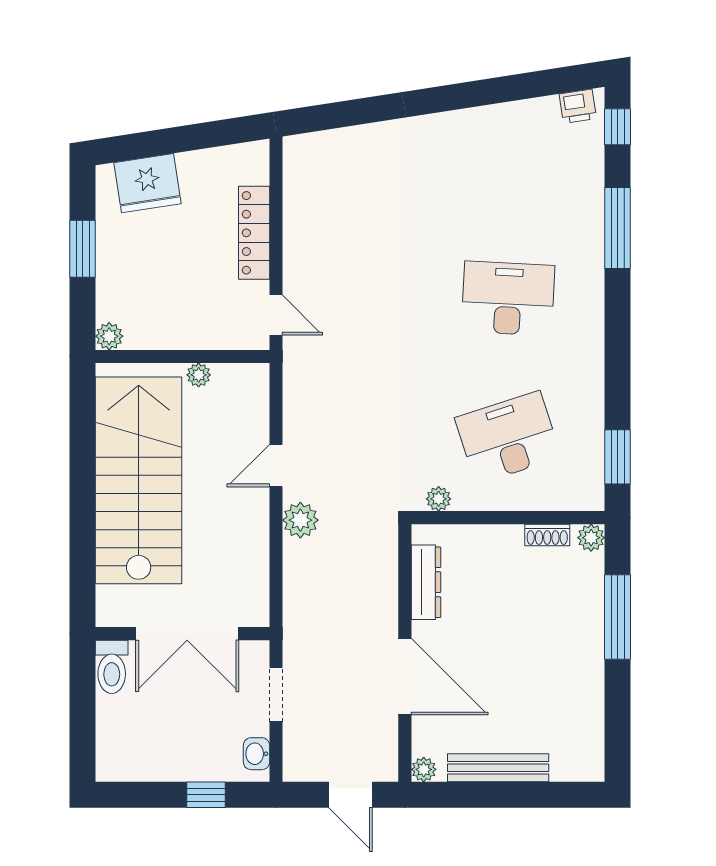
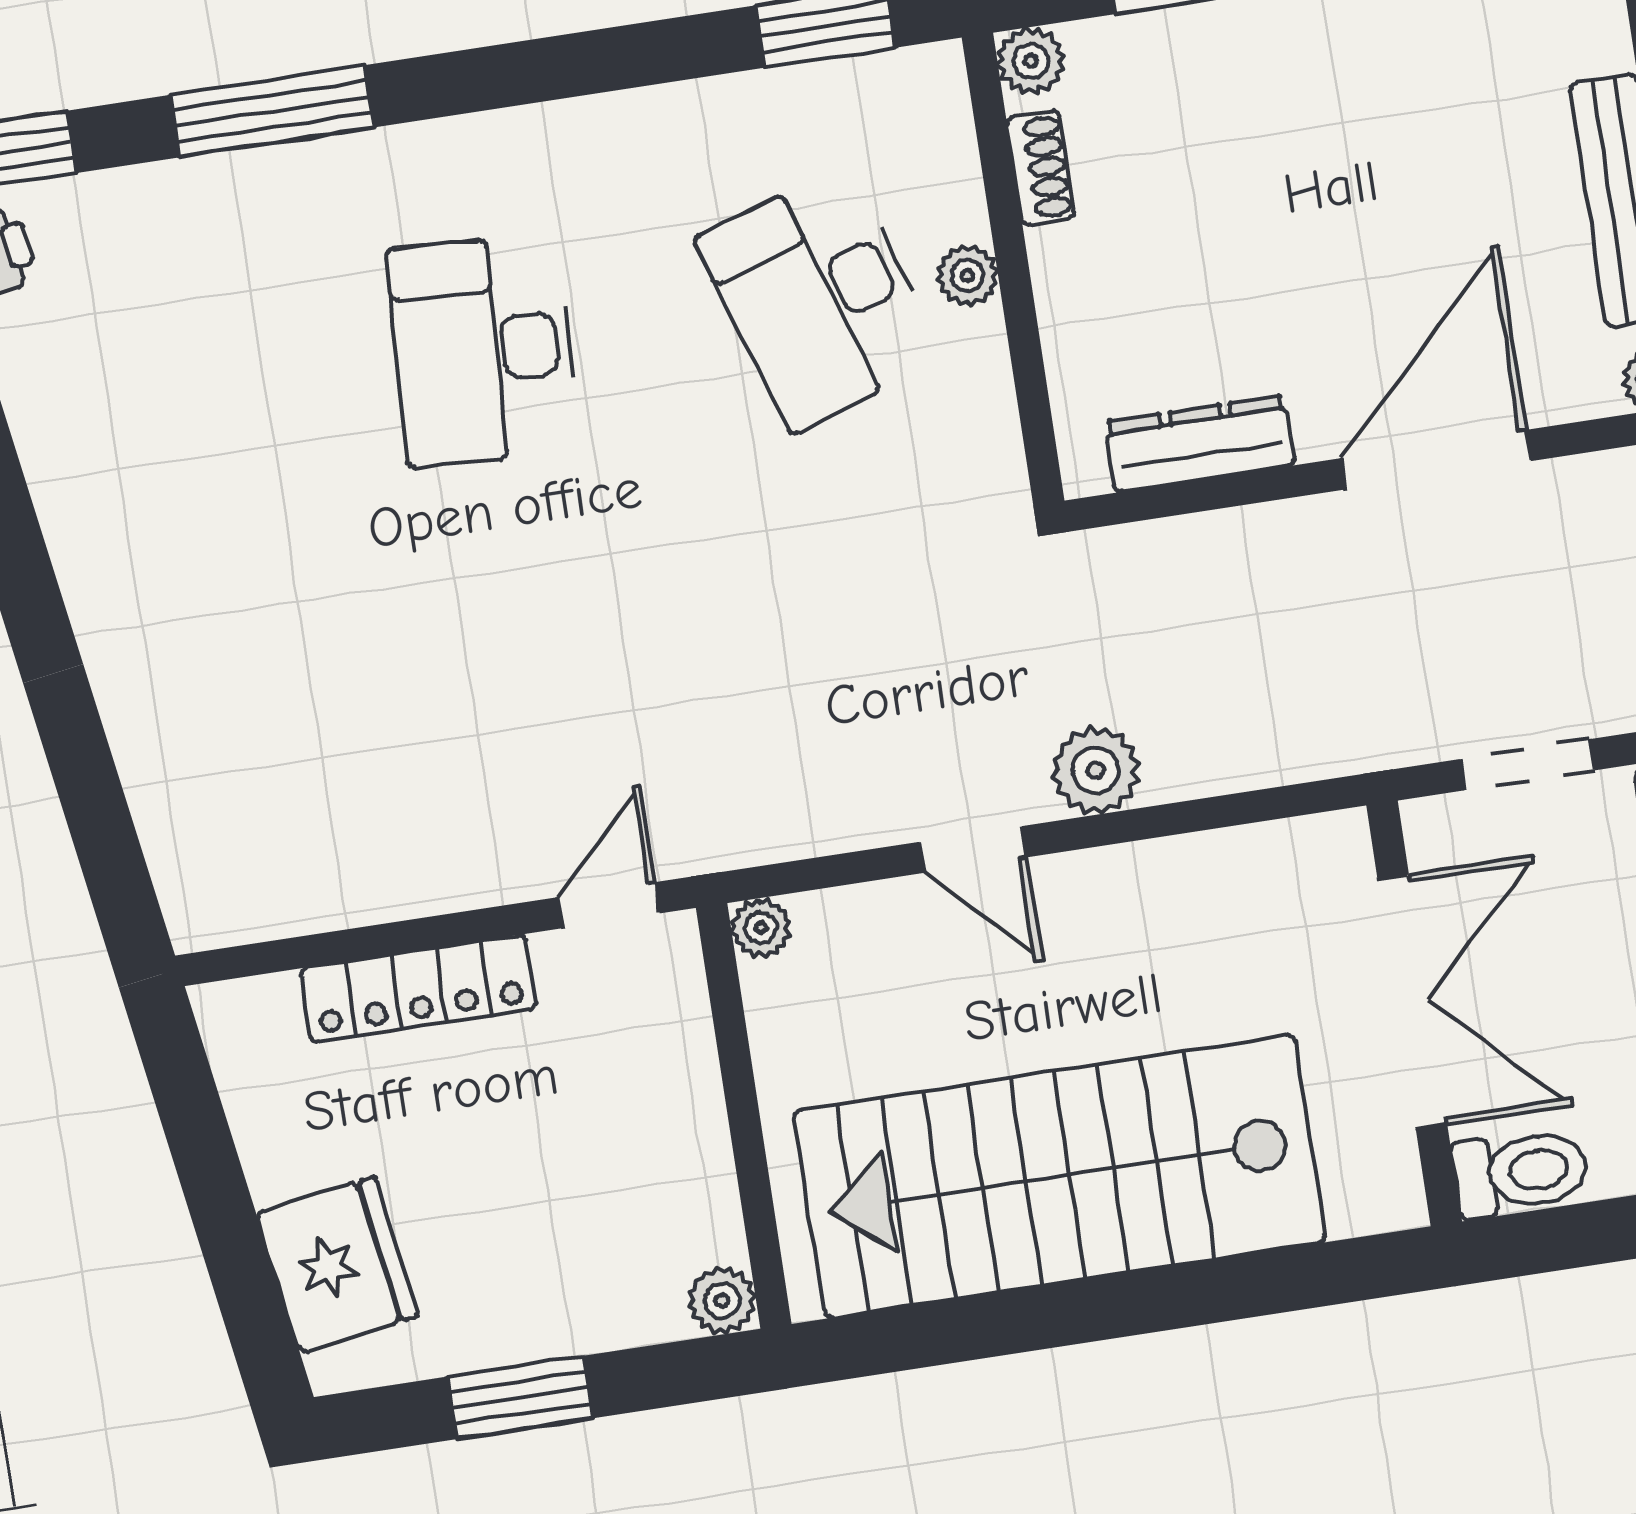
plant: (199, 375) -> (761, 928), moved
plant: (439, 499) -> (968, 276), moved

